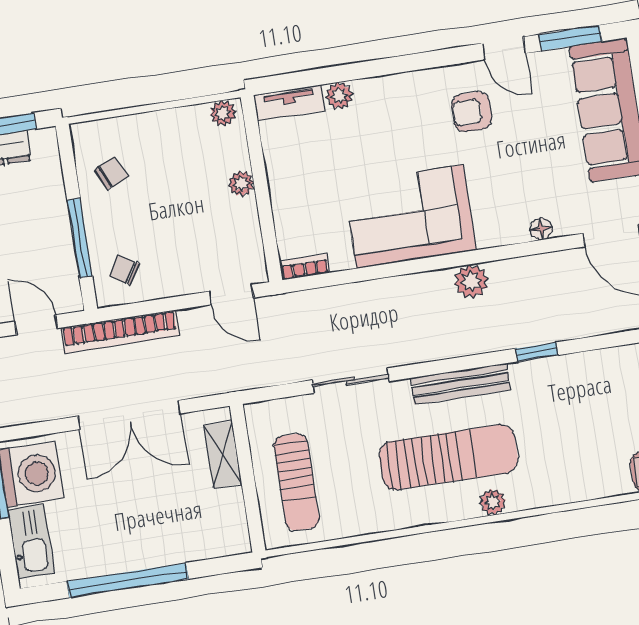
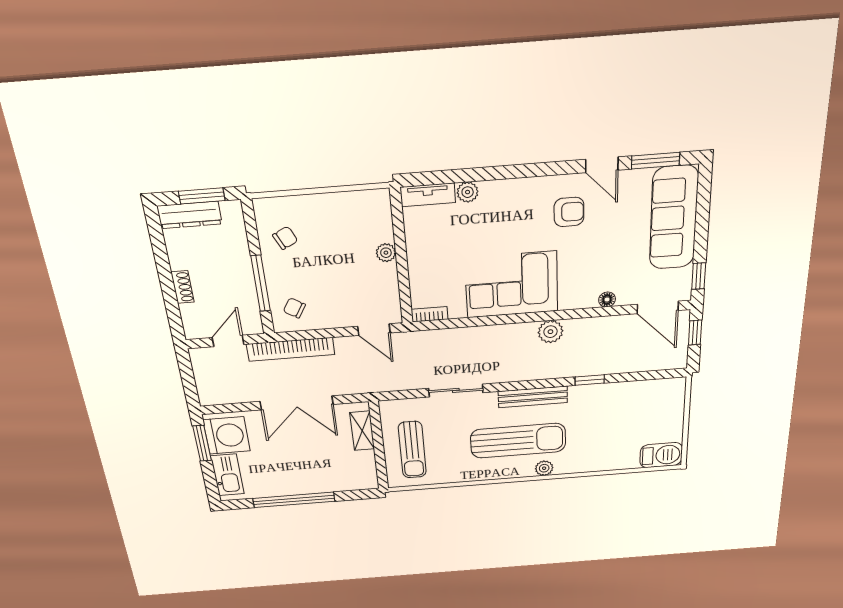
armchair: (472, 112) -> (569, 212), turned 180
plant: (223, 113) -> (375, 199), removed
door: (36, 325) -> (228, 341), hinge flipped

